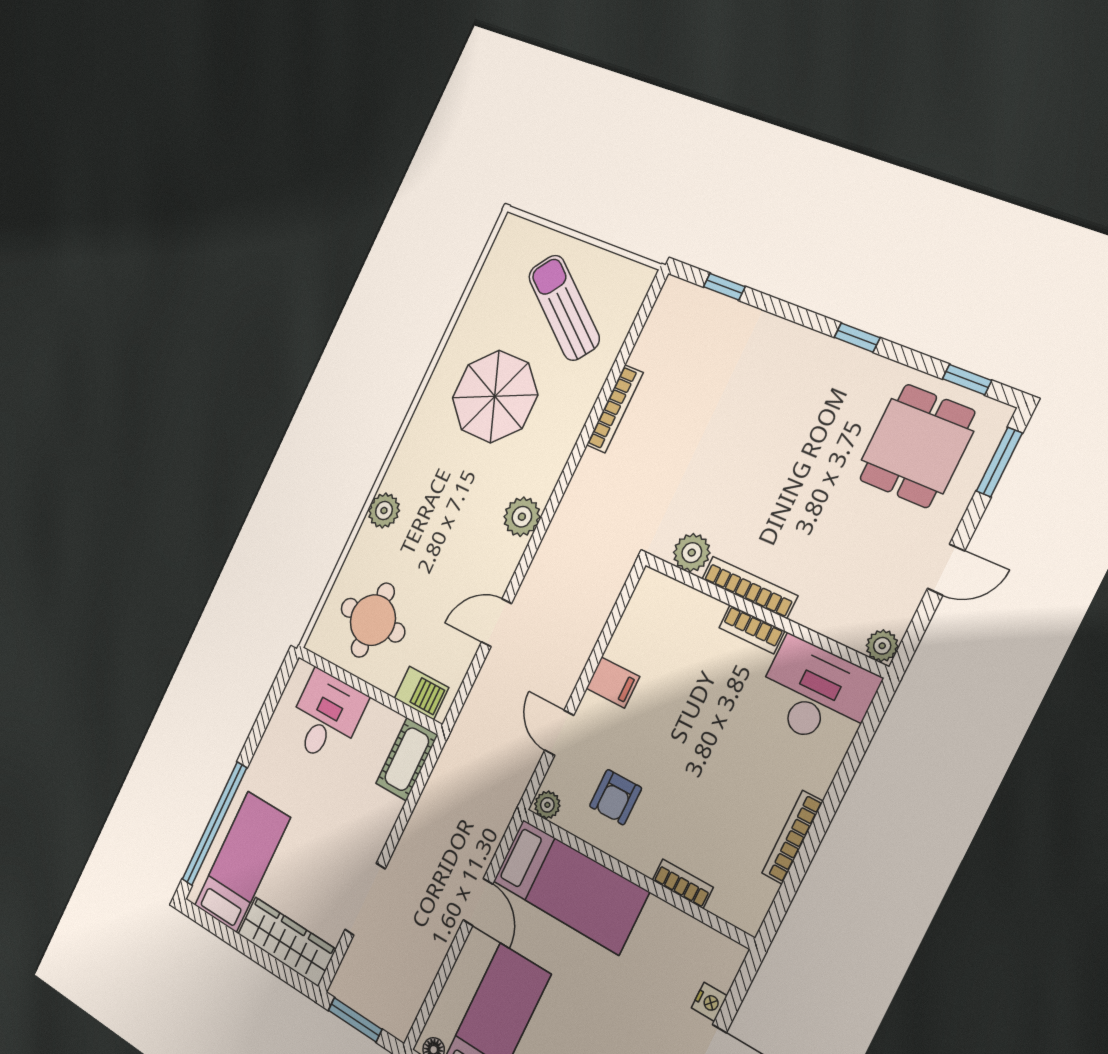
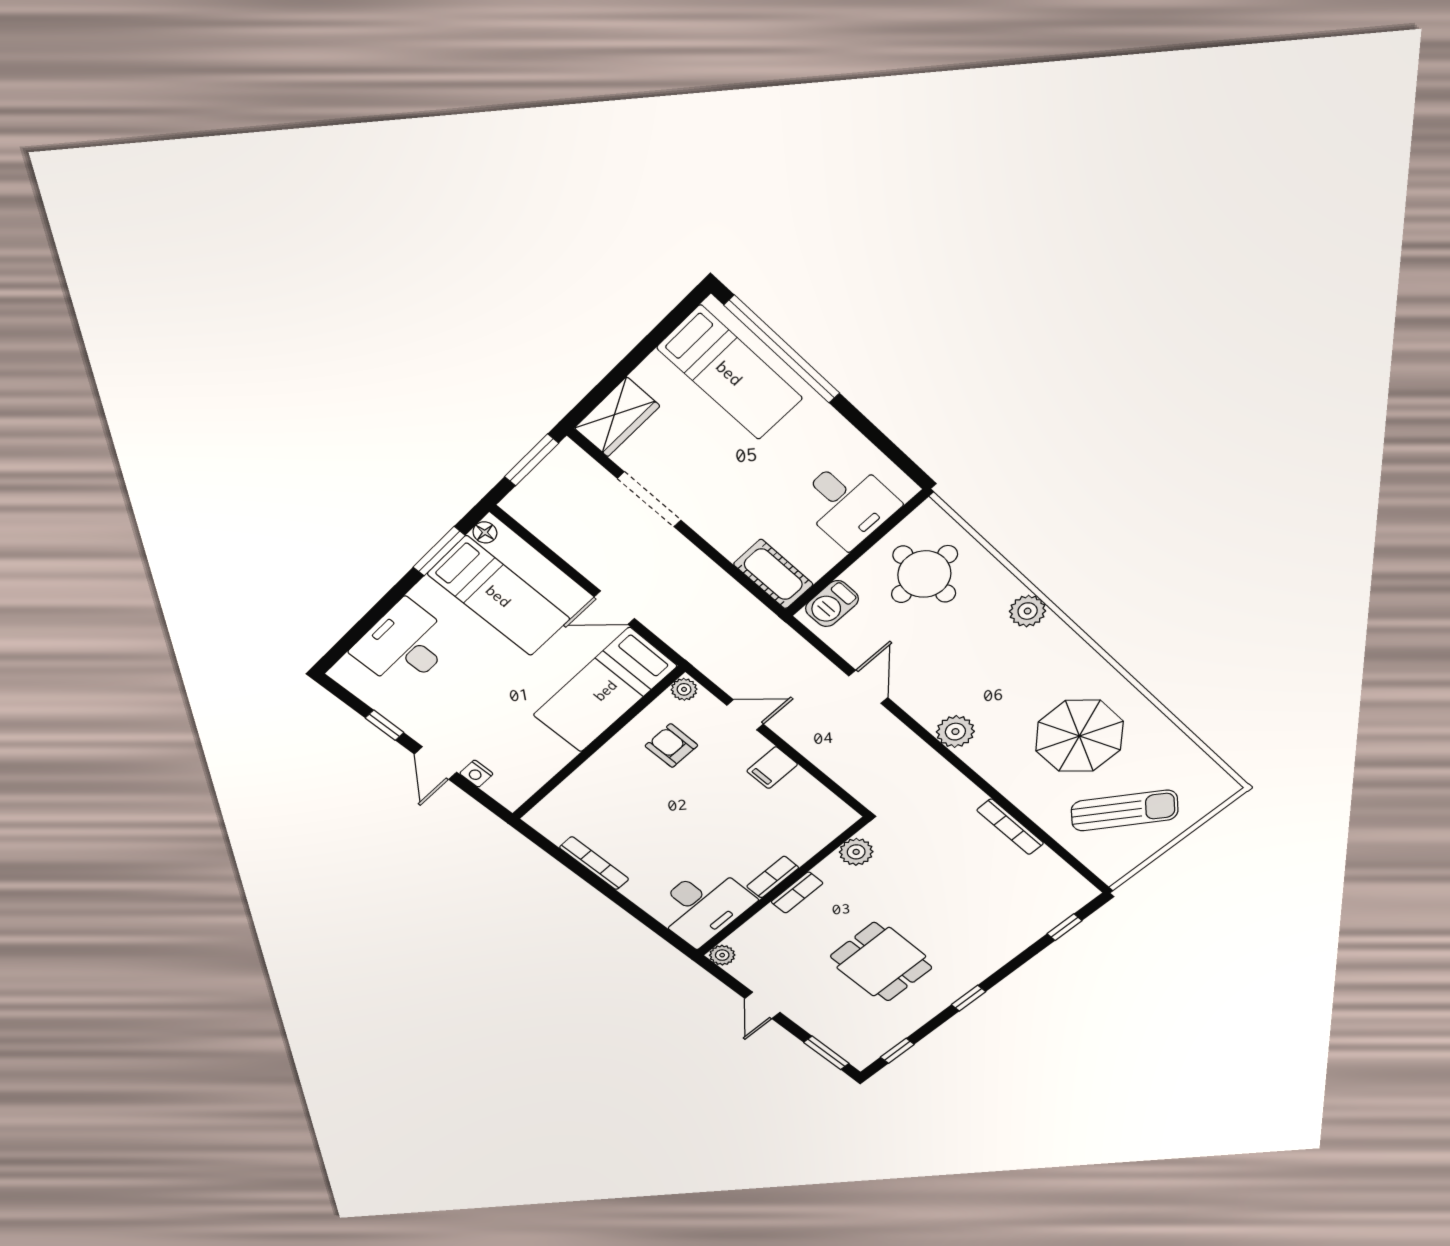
dining table: (917, 446) -> (881, 962), moved
bookcase: (750, 587) -> (797, 893), width x0.64
bookcase: (683, 884) -> (580, 778), removed
wardrobe: (286, 941) -> (617, 417), width x0.67

